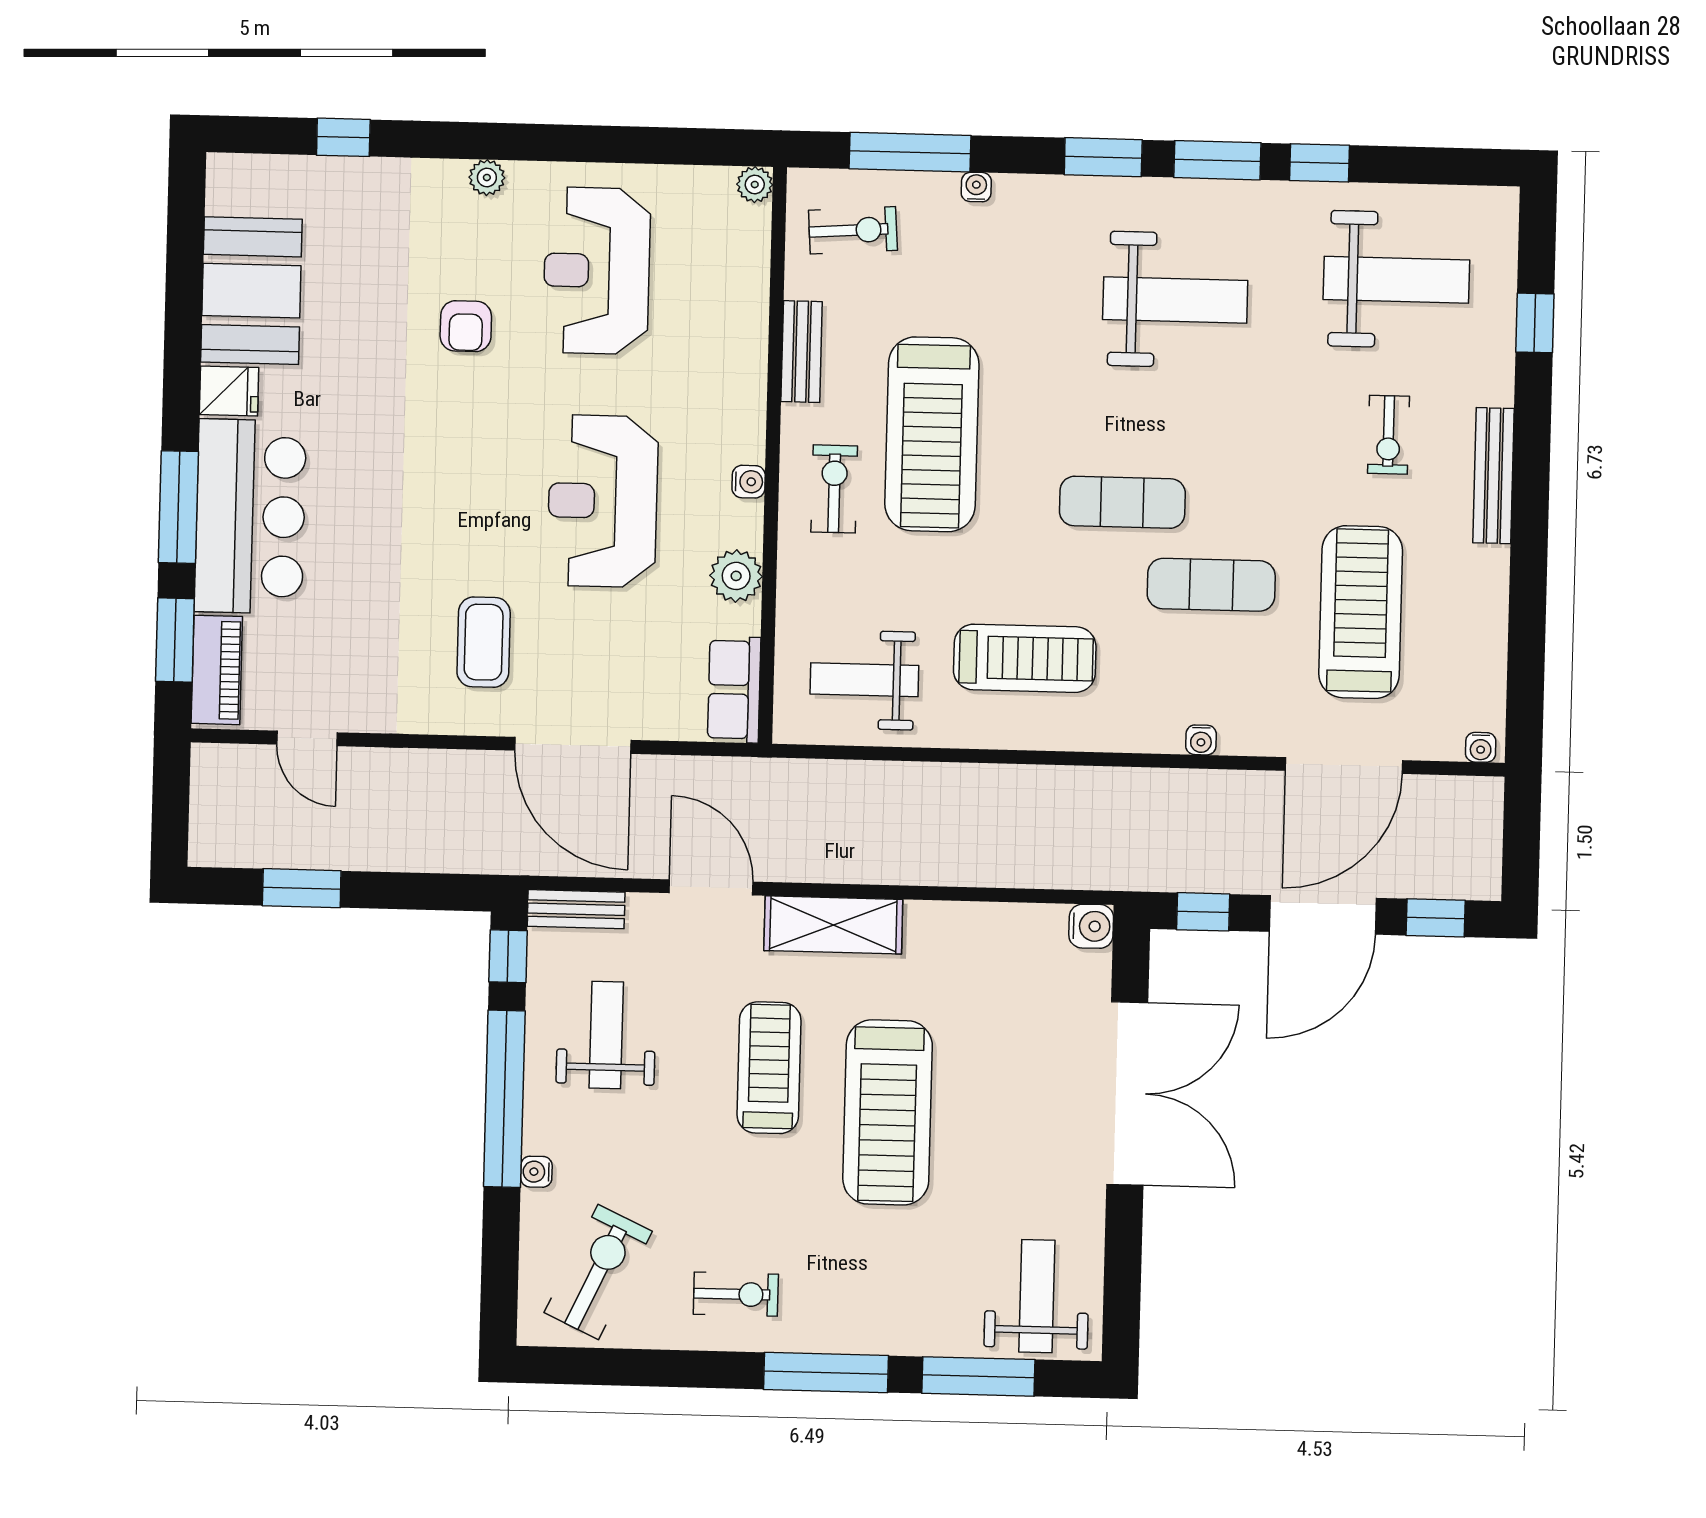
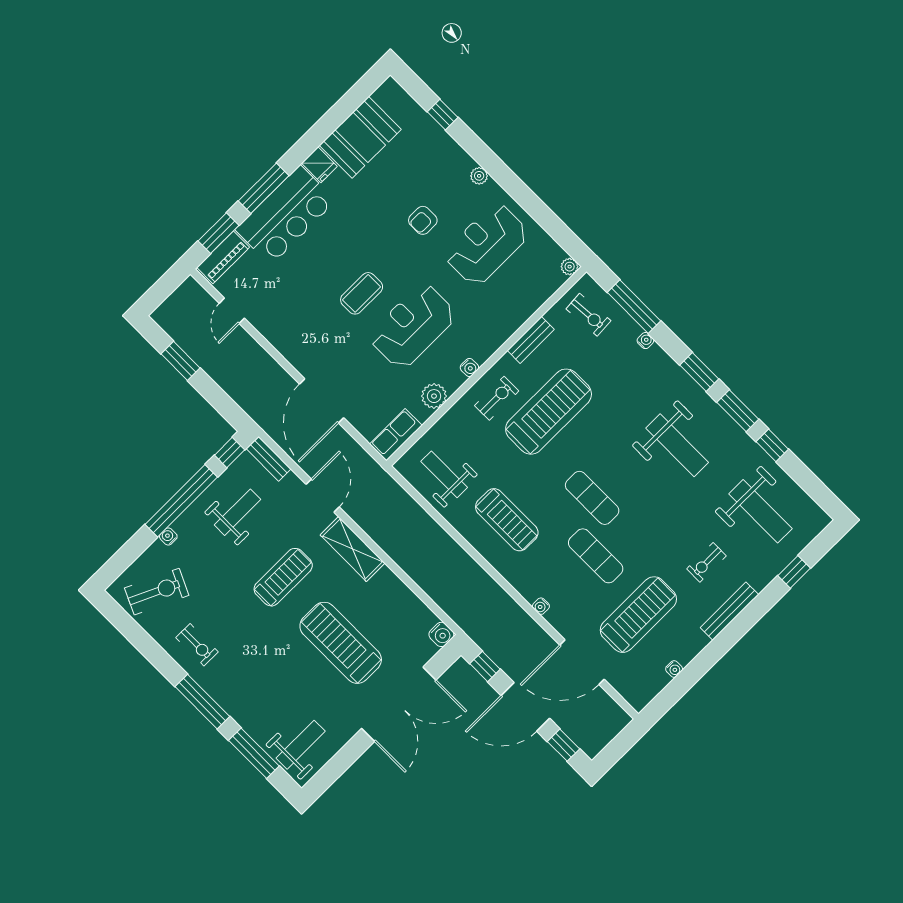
treadmill: (932, 434) -> (549, 412), turned 180
coffee table: (484, 642) -> (362, 293), moved
water cooler: (1481, 747) -> (674, 669), moved, turned -90
treadmill: (888, 1112) -> (341, 643), moved, turned 90

